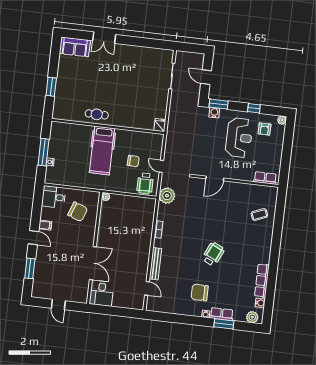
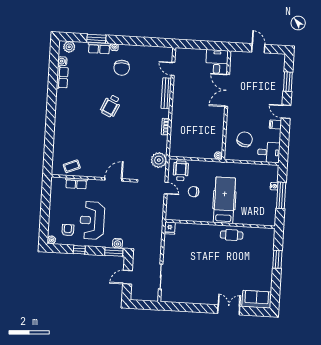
door: (206, 77) -> (127, 277), swing flipped
row of seats: (265, 178) -> (76, 183), moved
chair: (78, 212) -> (245, 139), turned 87
coffee table: (259, 215) -> (72, 166), moved
row of seats: (262, 281) -> (62, 78), width x0.68
chair: (200, 292) -> (122, 68), turned 90

